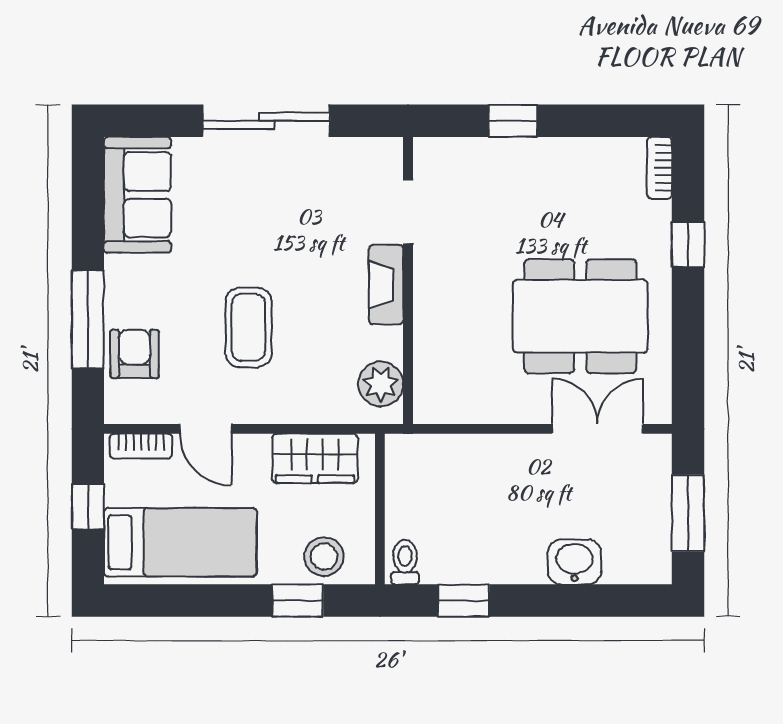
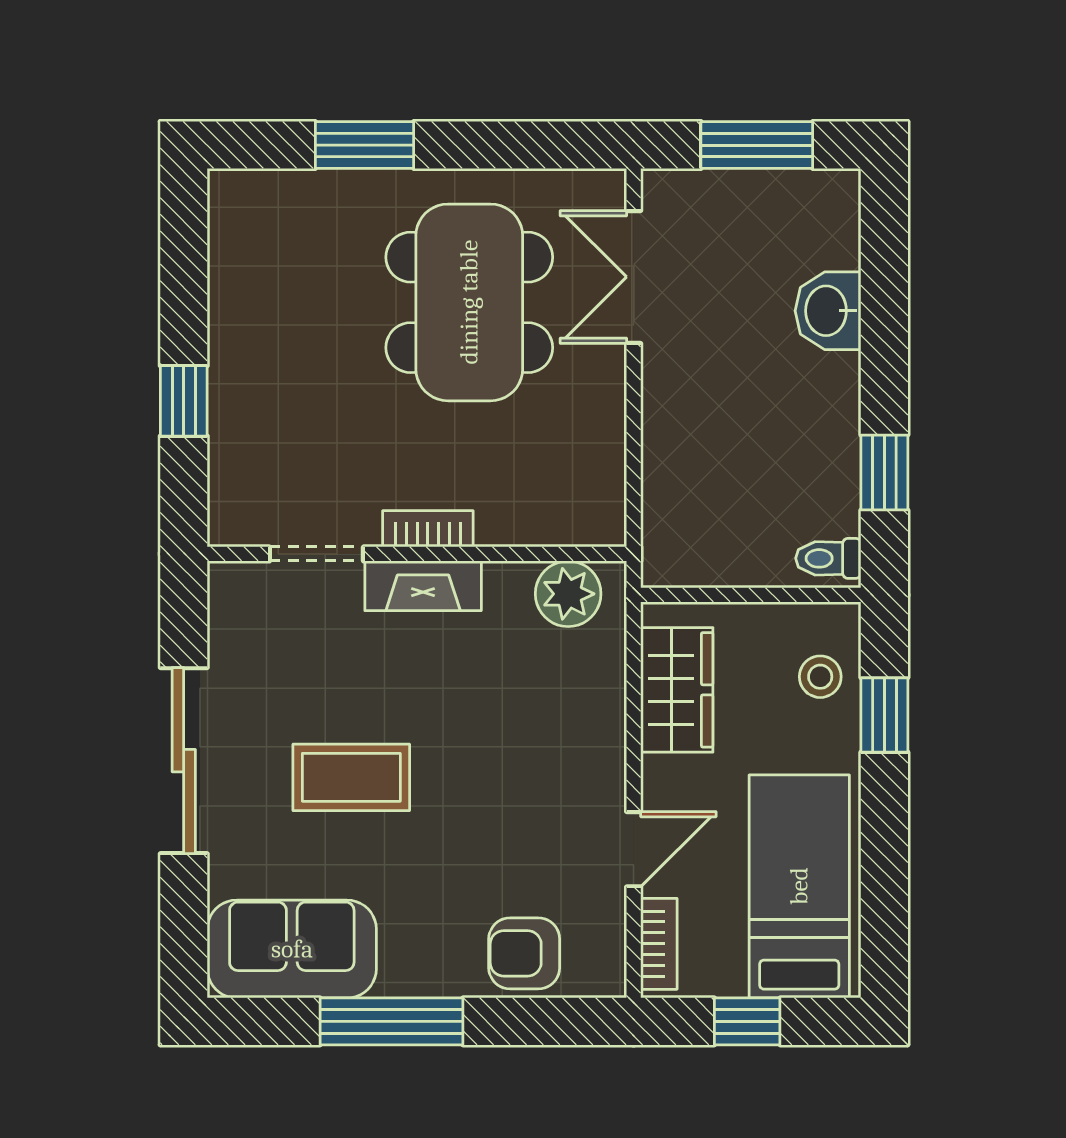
bookcase: (660, 168) -> (428, 529), moved, turned 180
window: (688, 245) -> (365, 145), width x1.50
window: (88, 319) -> (392, 1021), moved
coffee table: (249, 327) -> (351, 777), moved
stool: (324, 557) -> (820, 677), width x0.73, depth x0.73

